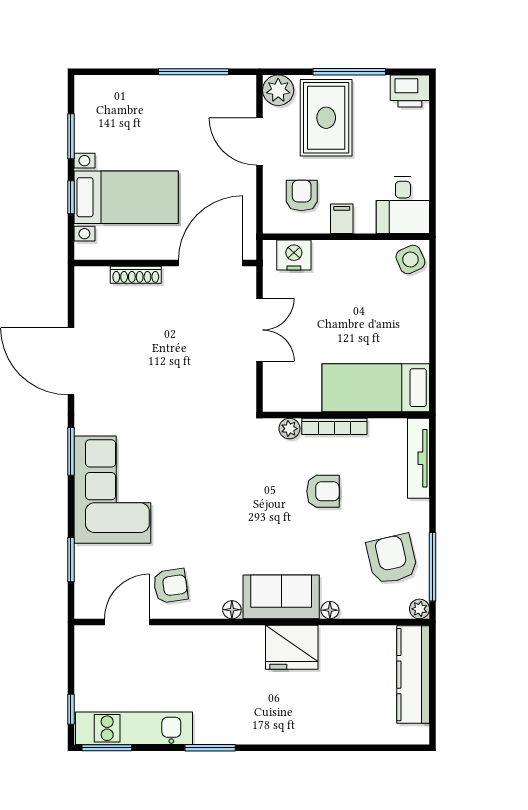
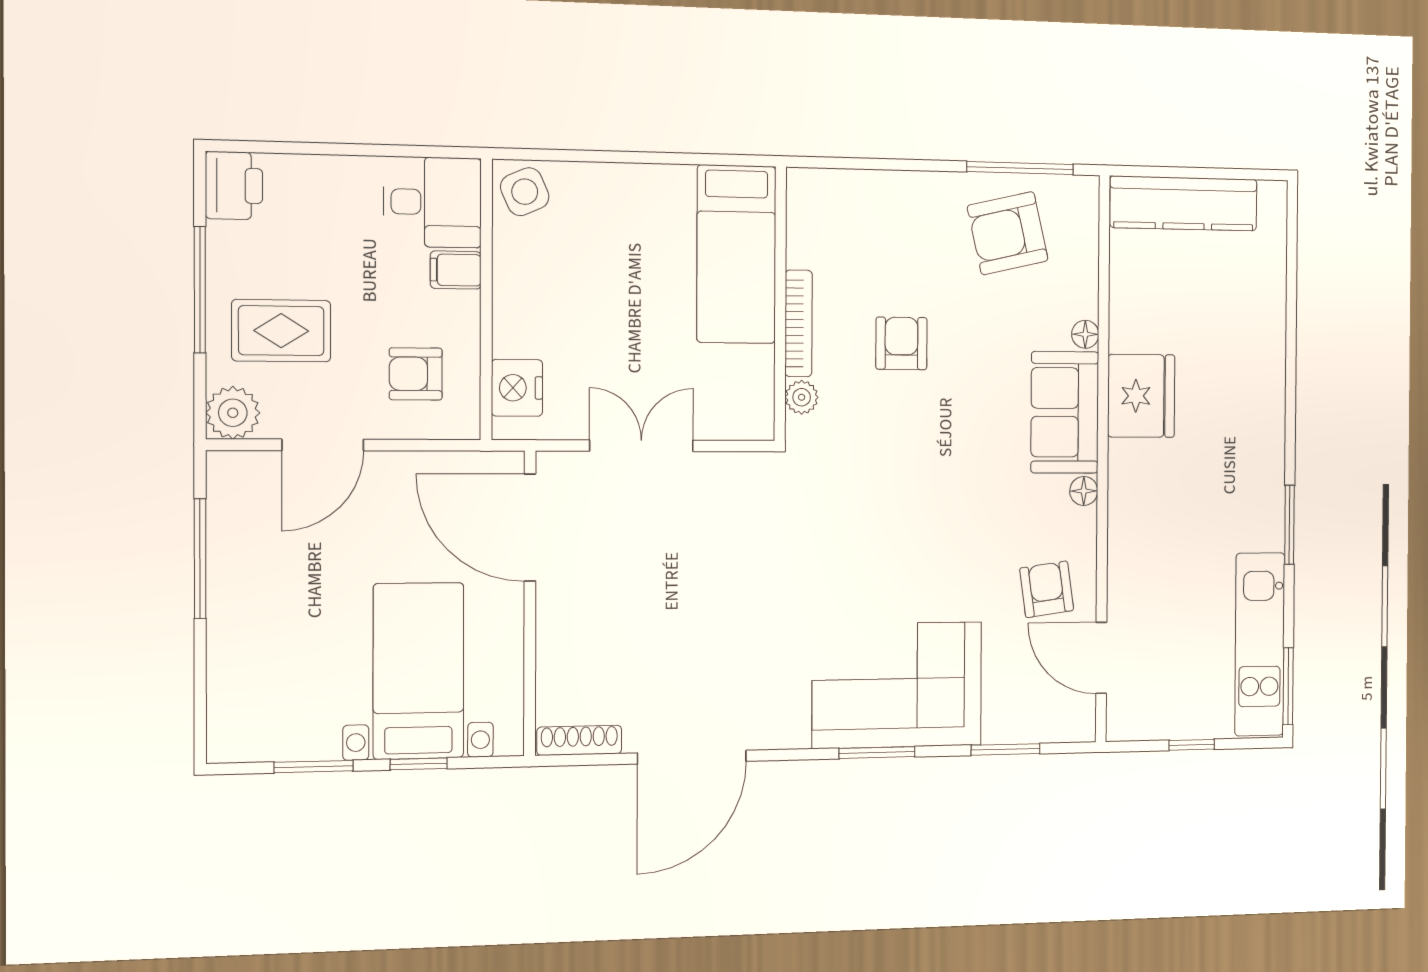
rug: (326, 118) -> (281, 331), width x0.73, depth x0.70
filing cabinet: (342, 219) -> (456, 270), moved
shoe rack: (136, 275) -> (579, 740), moved, turned -90
window: (71, 451) -> (877, 753), moved
tv unit: (419, 458) -> (850, 186), removed
plant: (419, 609) -> (1085, 191), removed
window: (71, 709) -> (1192, 745), moved

